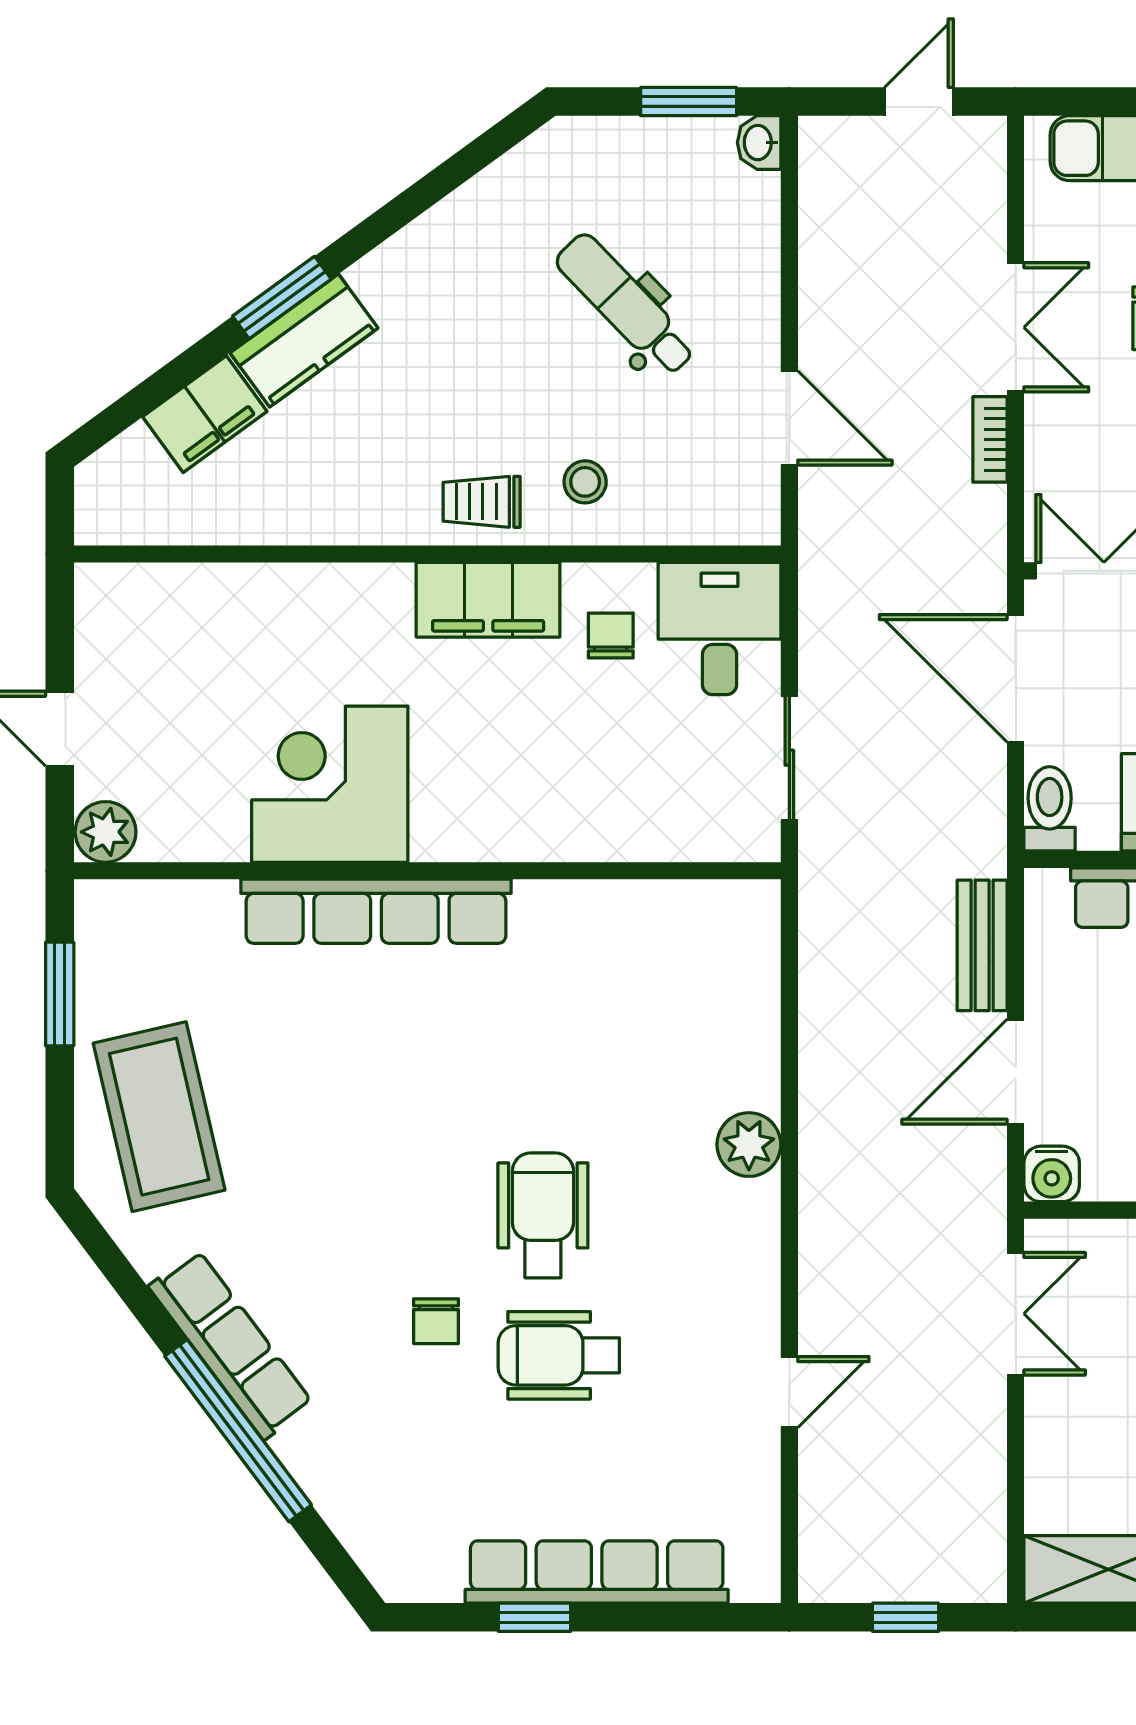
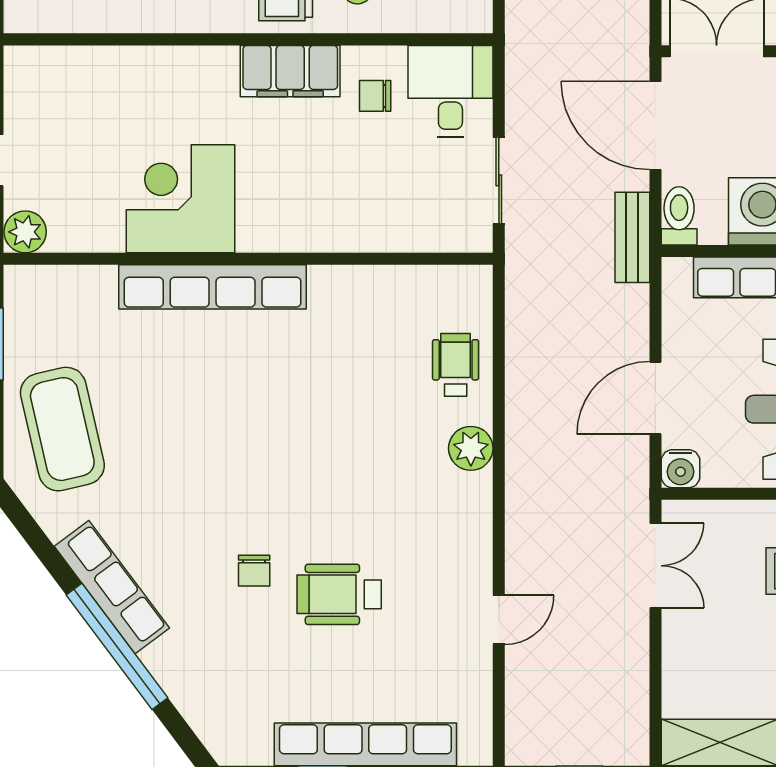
chair: (611, 636) -> (375, 96), turned -90
bench: (982, 945) -> (632, 237), moved
wheelchair: (543, 1215) -> (456, 365), moved, width x0.73, depth x0.73

